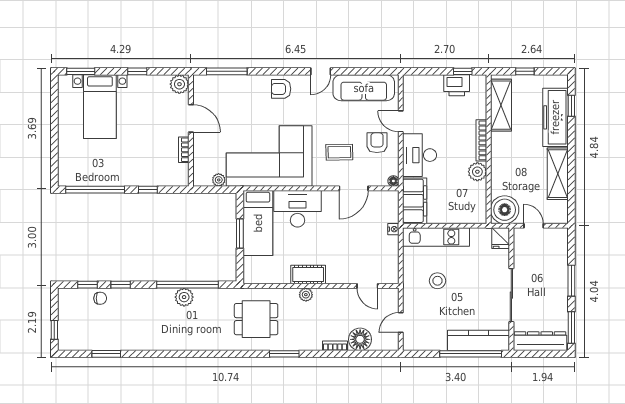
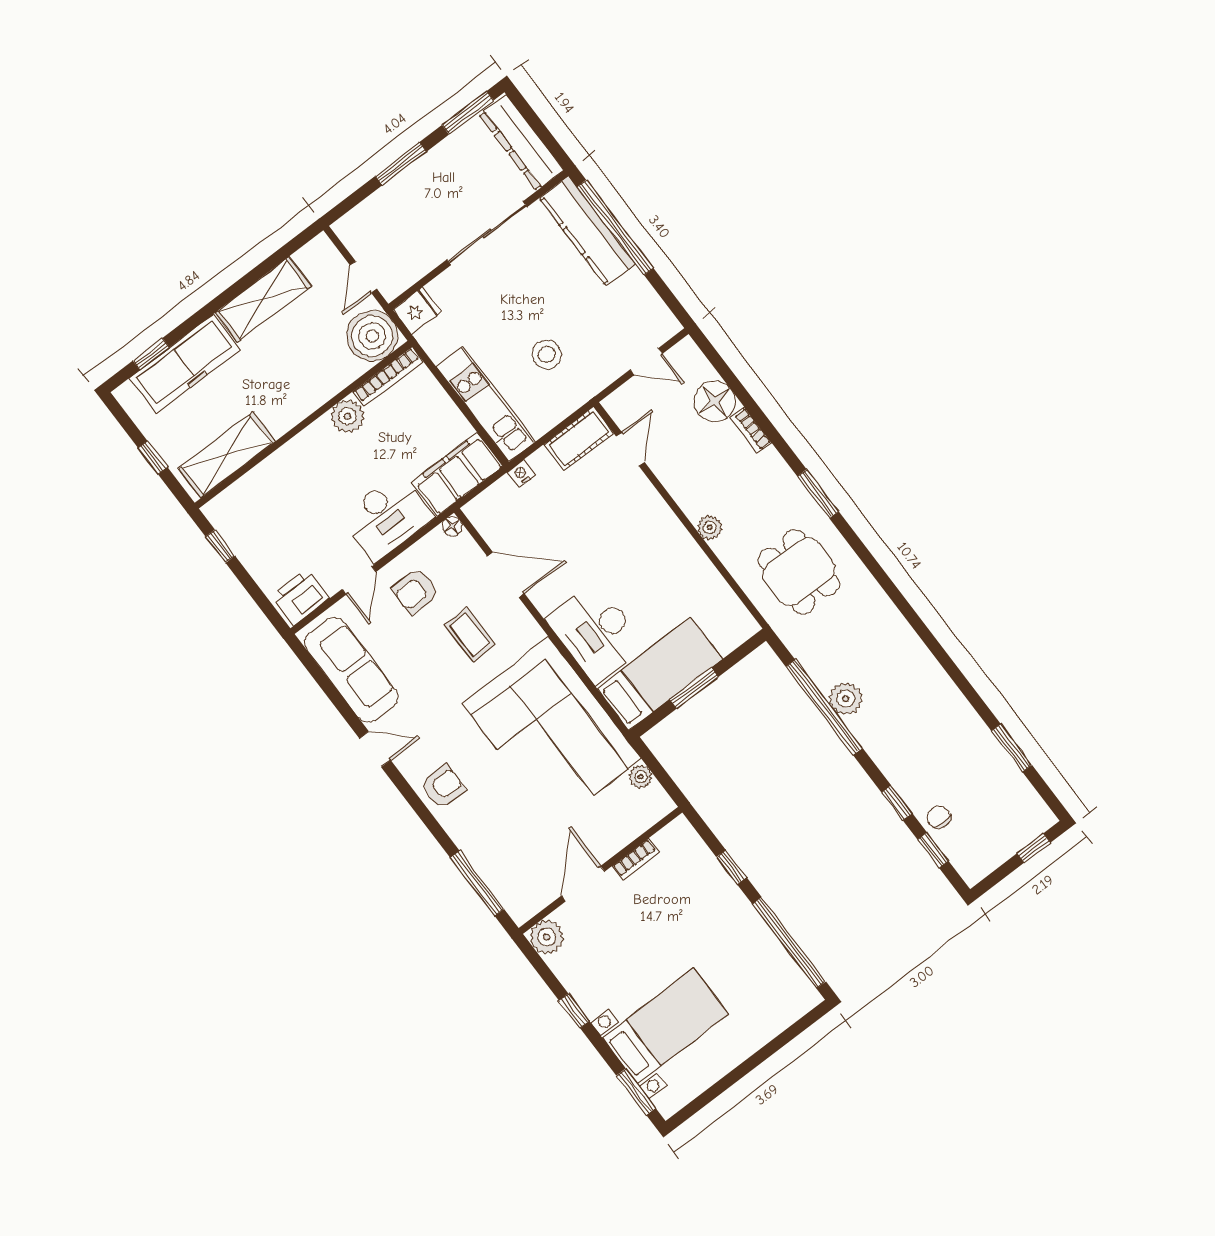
printer: (457, 85) -> (300, 597), moved, turned -90
armchair: (281, 89) -> (443, 787), turned -90
bookcase: (481, 140) -> (388, 377), moved
cot: (308, 275) -> (579, 439), moved, turned 90

